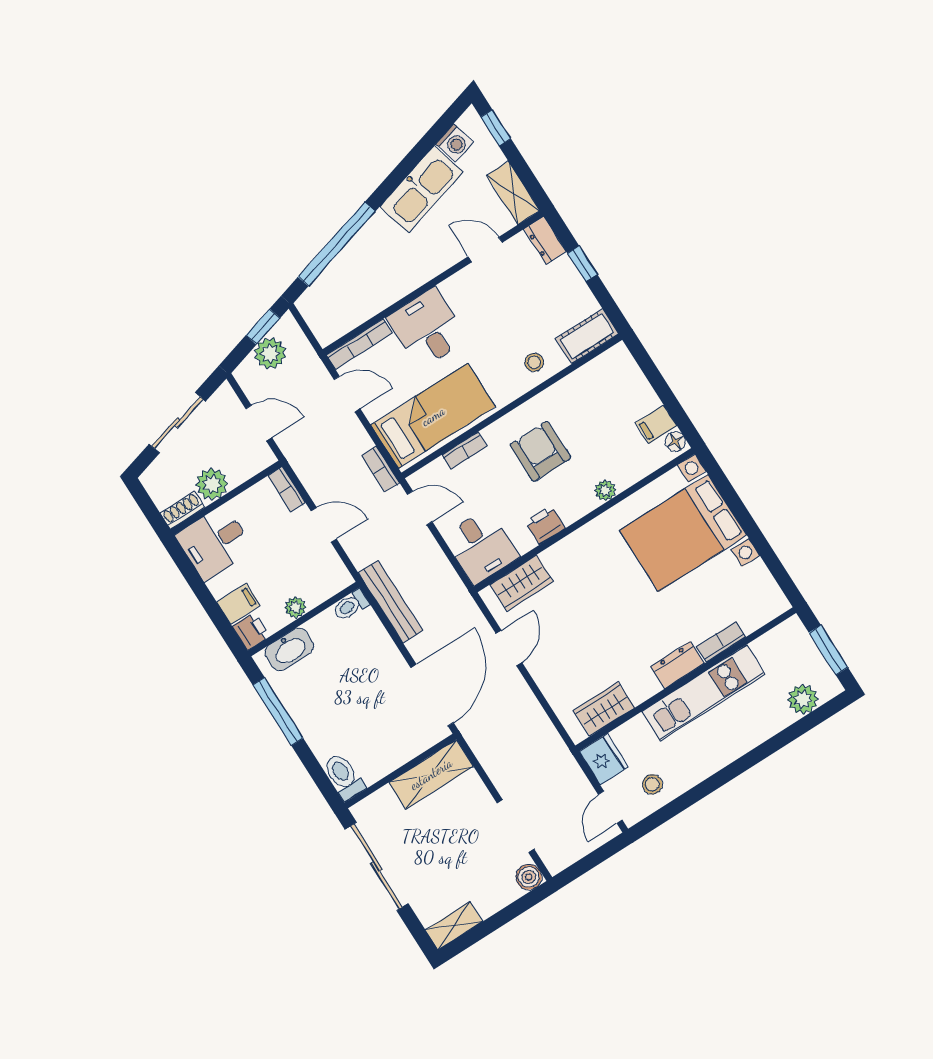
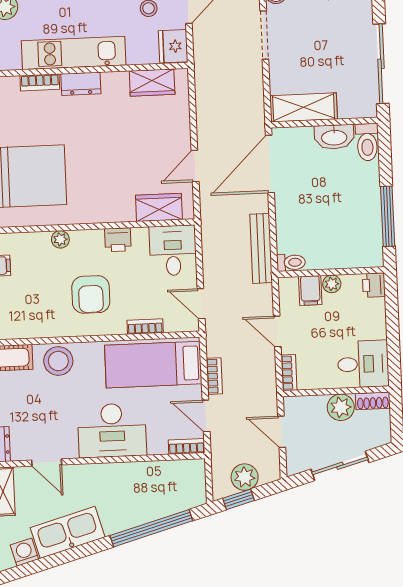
desk: (427, 328) -> (112, 430), width x1.37
bookcase: (359, 344) -> (187, 446), width x0.64
stool: (534, 362) -> (58, 361), width x1.89, depth x1.89
bookcase: (381, 469) -> (214, 376), moved
filing cabinet: (239, 604) -> (310, 290), moved, turned -90
washbasin: (289, 649) -> (334, 137), moved, turned 180

